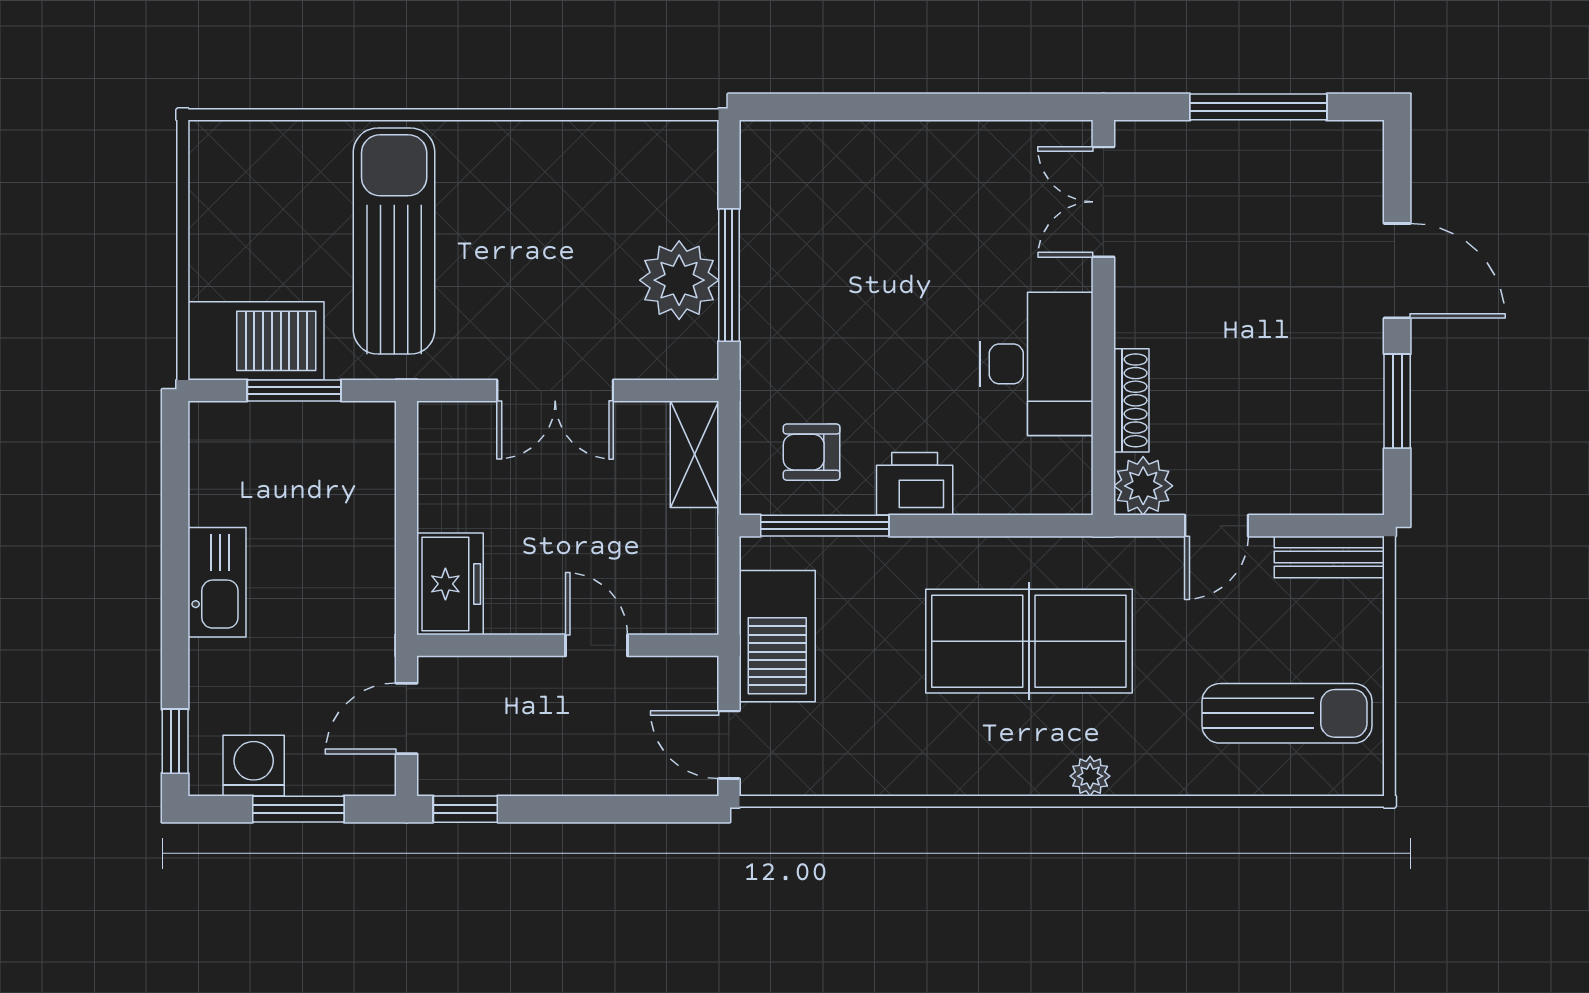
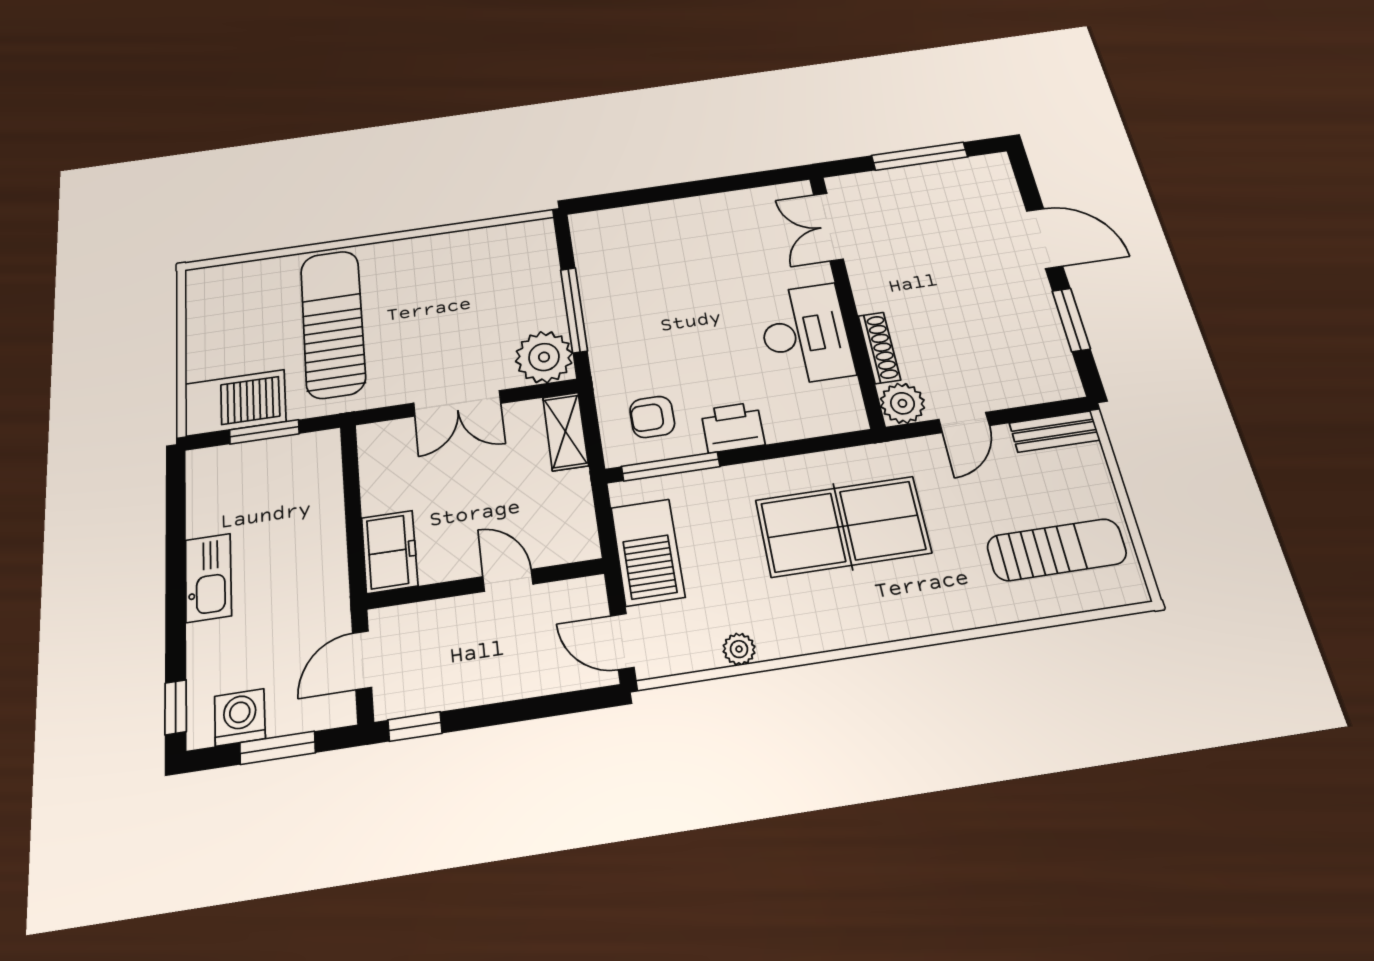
plant: (679, 280) -> (544, 357), moved
plant: (1090, 776) -> (739, 649), moved

